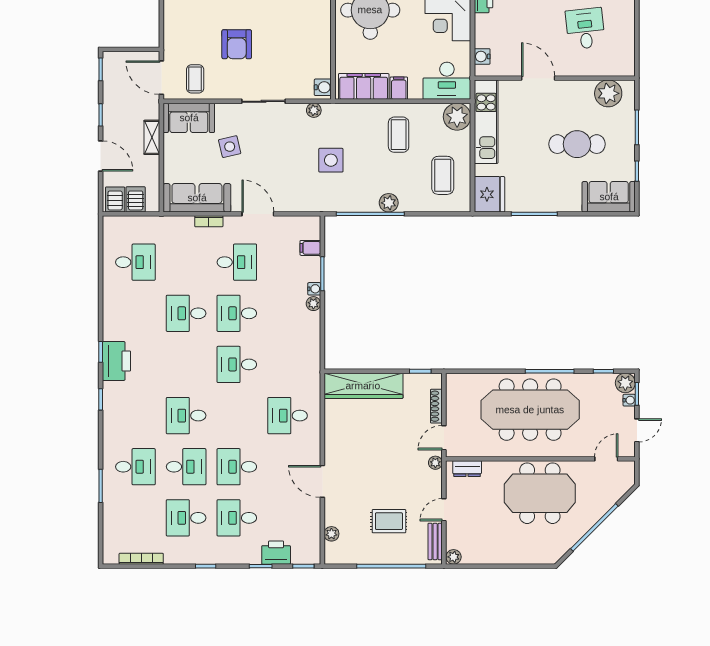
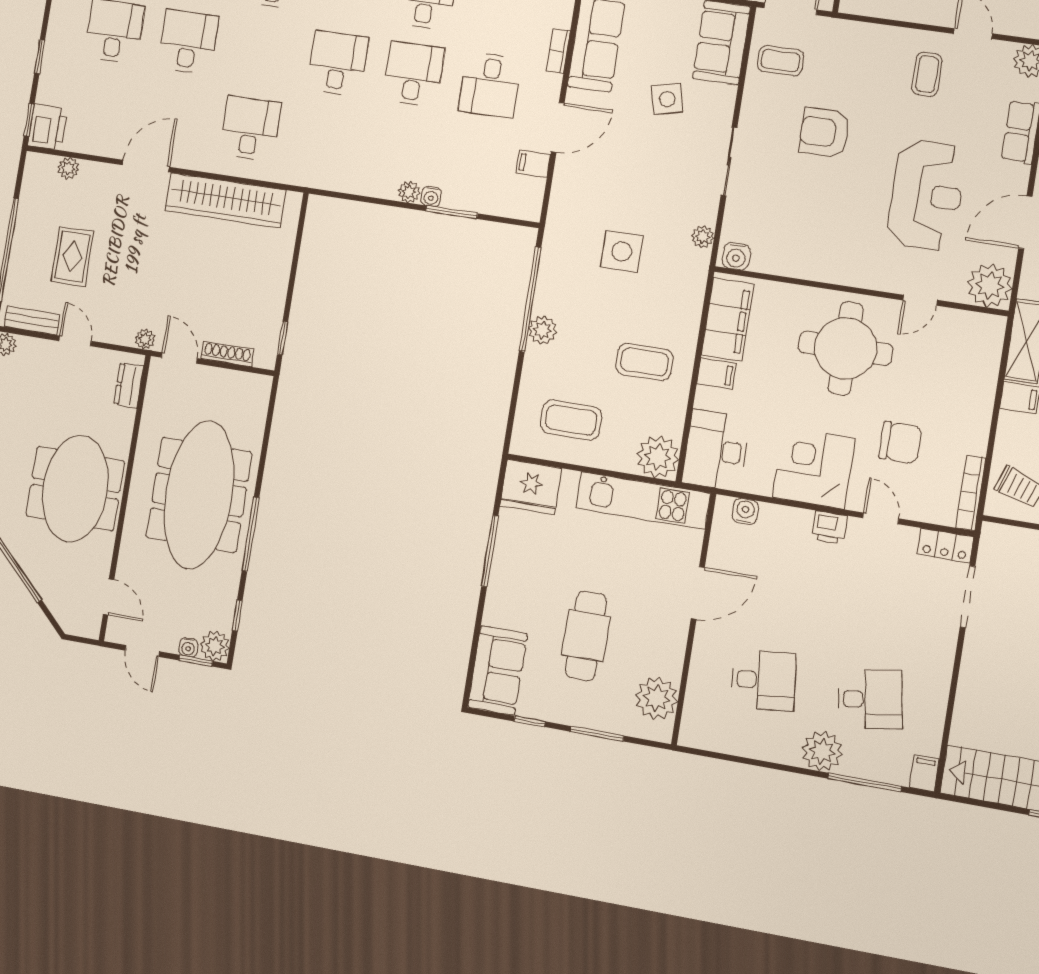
filing cabinet: (310, 248) -> (533, 164), moved, turned -90
wardrobe: (363, 386) -> (225, 200), moved, turned -90
printer: (276, 553) -> (48, 127), moved

